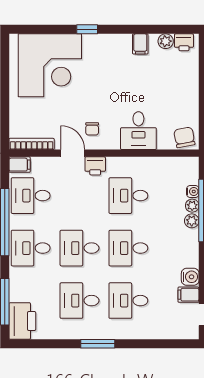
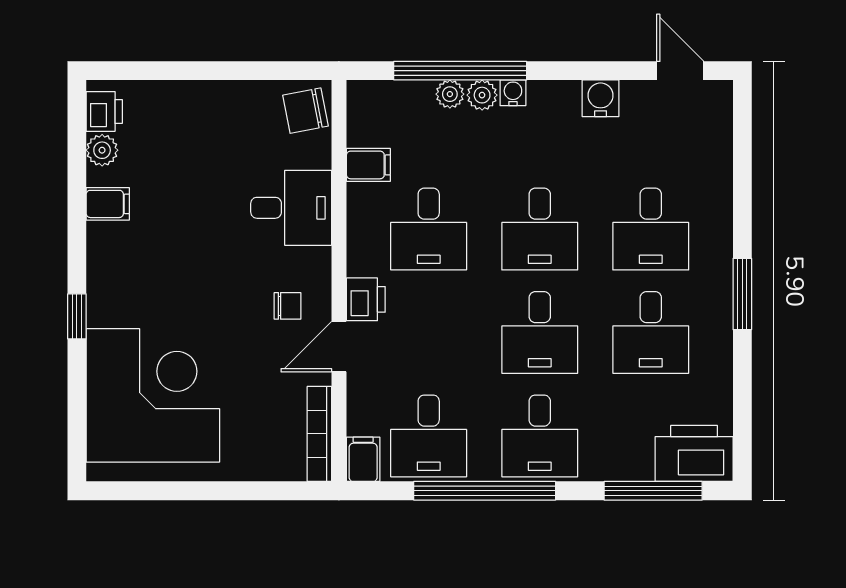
water cooler: (193, 191) -> (513, 93), moved
filing cabinet: (188, 295) -> (368, 165), moved, turned -90

